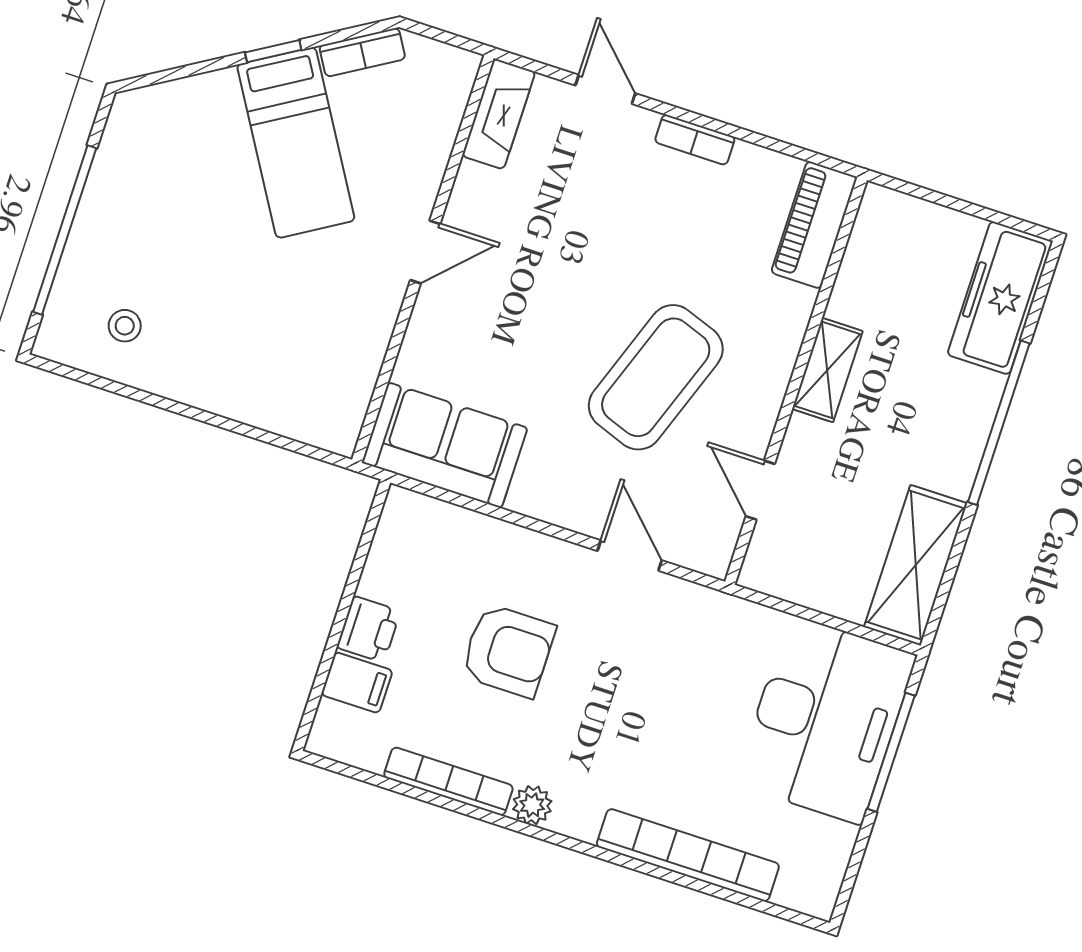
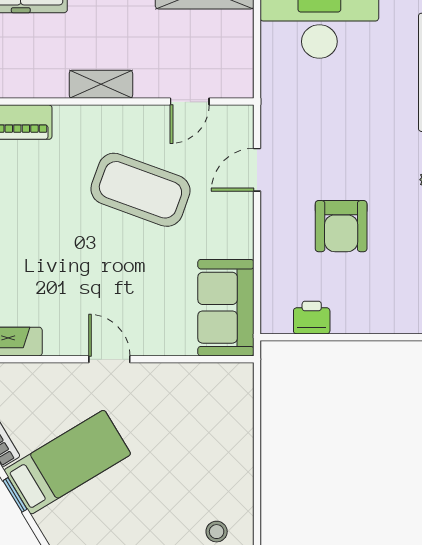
printer: (369, 629) -> (312, 318), moved
armchair: (508, 651) -> (341, 226), turned 180
filing cabinet: (357, 683) -> (392, 314), removed

